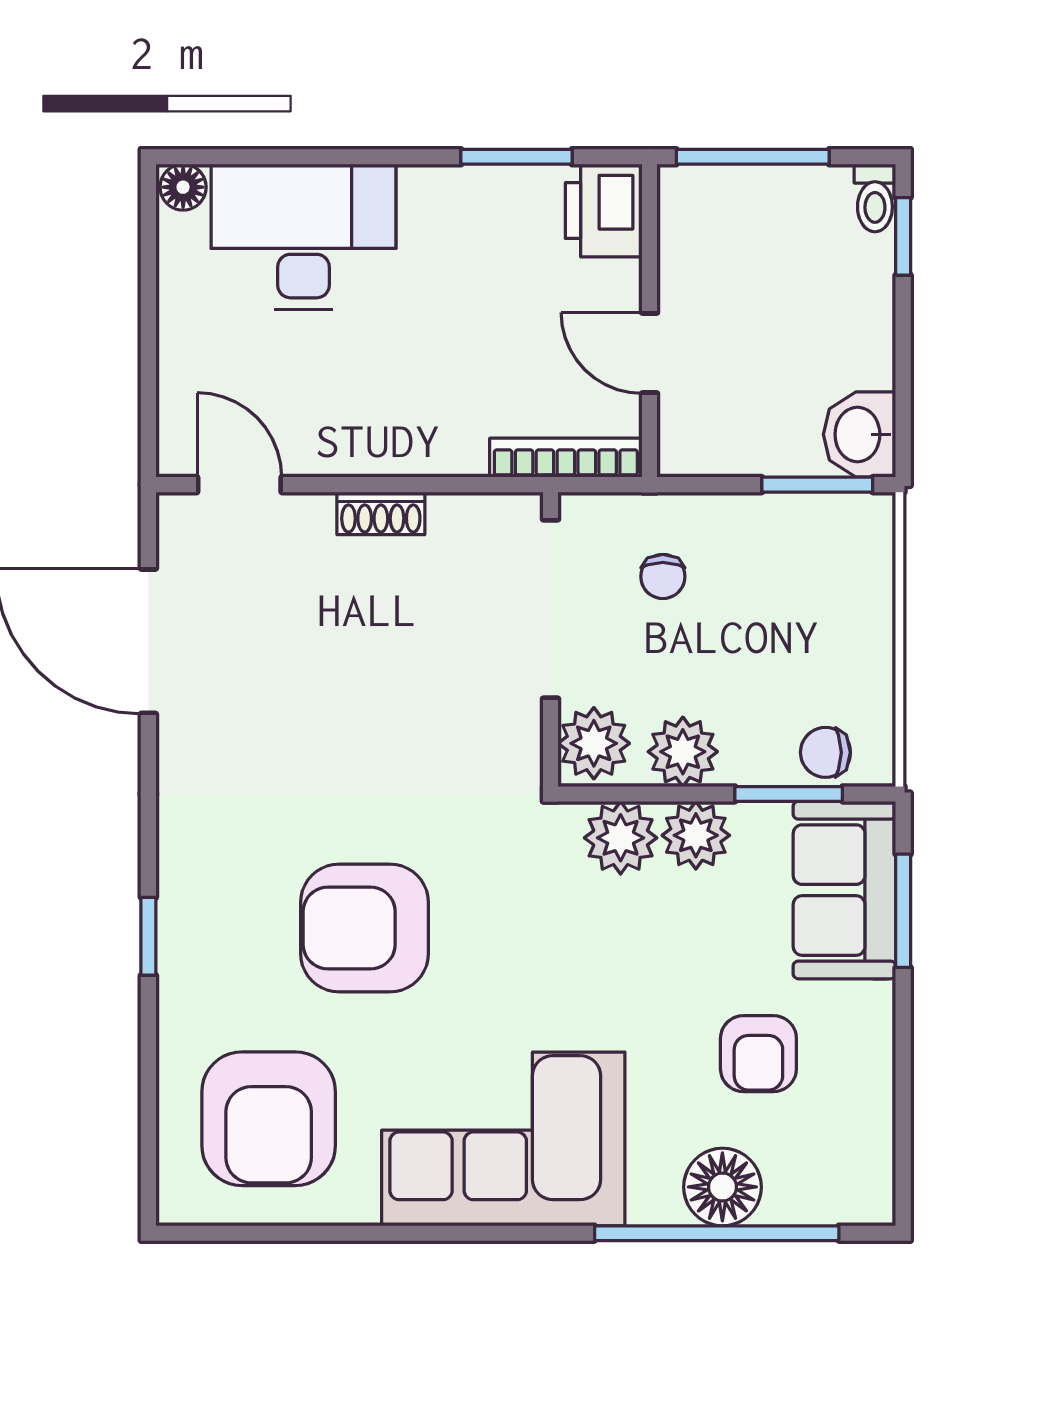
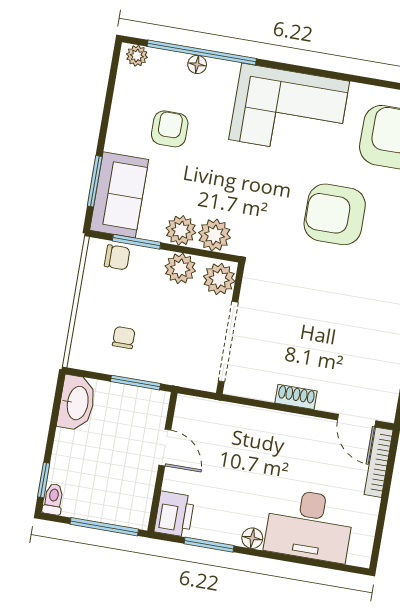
floor lamp: (183, 187) -> (252, 538), moved
washbasin: (860, 434) -> (77, 403), width x1.38
bookcase: (566, 458) -> (379, 462), moved, turned 90
window: (817, 485) -> (136, 383), moved
chair: (663, 576) -> (124, 338), moved
armchair: (365, 928) -> (335, 214), turned 180
floor lamp: (722, 1187) -> (197, 64), width x0.53, depth x0.53
plant: (858, 1202) -> (137, 56), added

